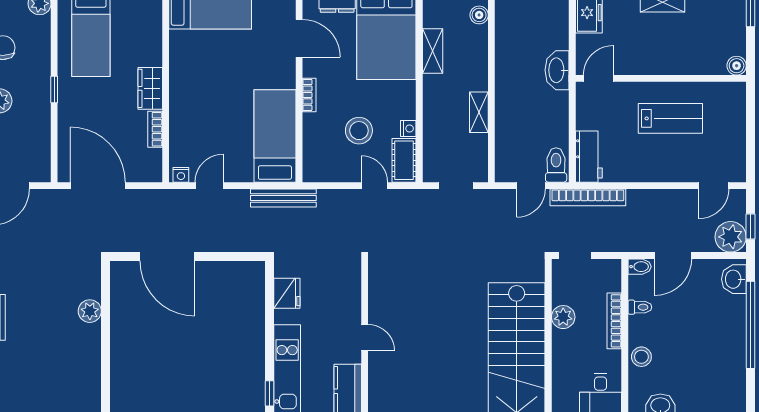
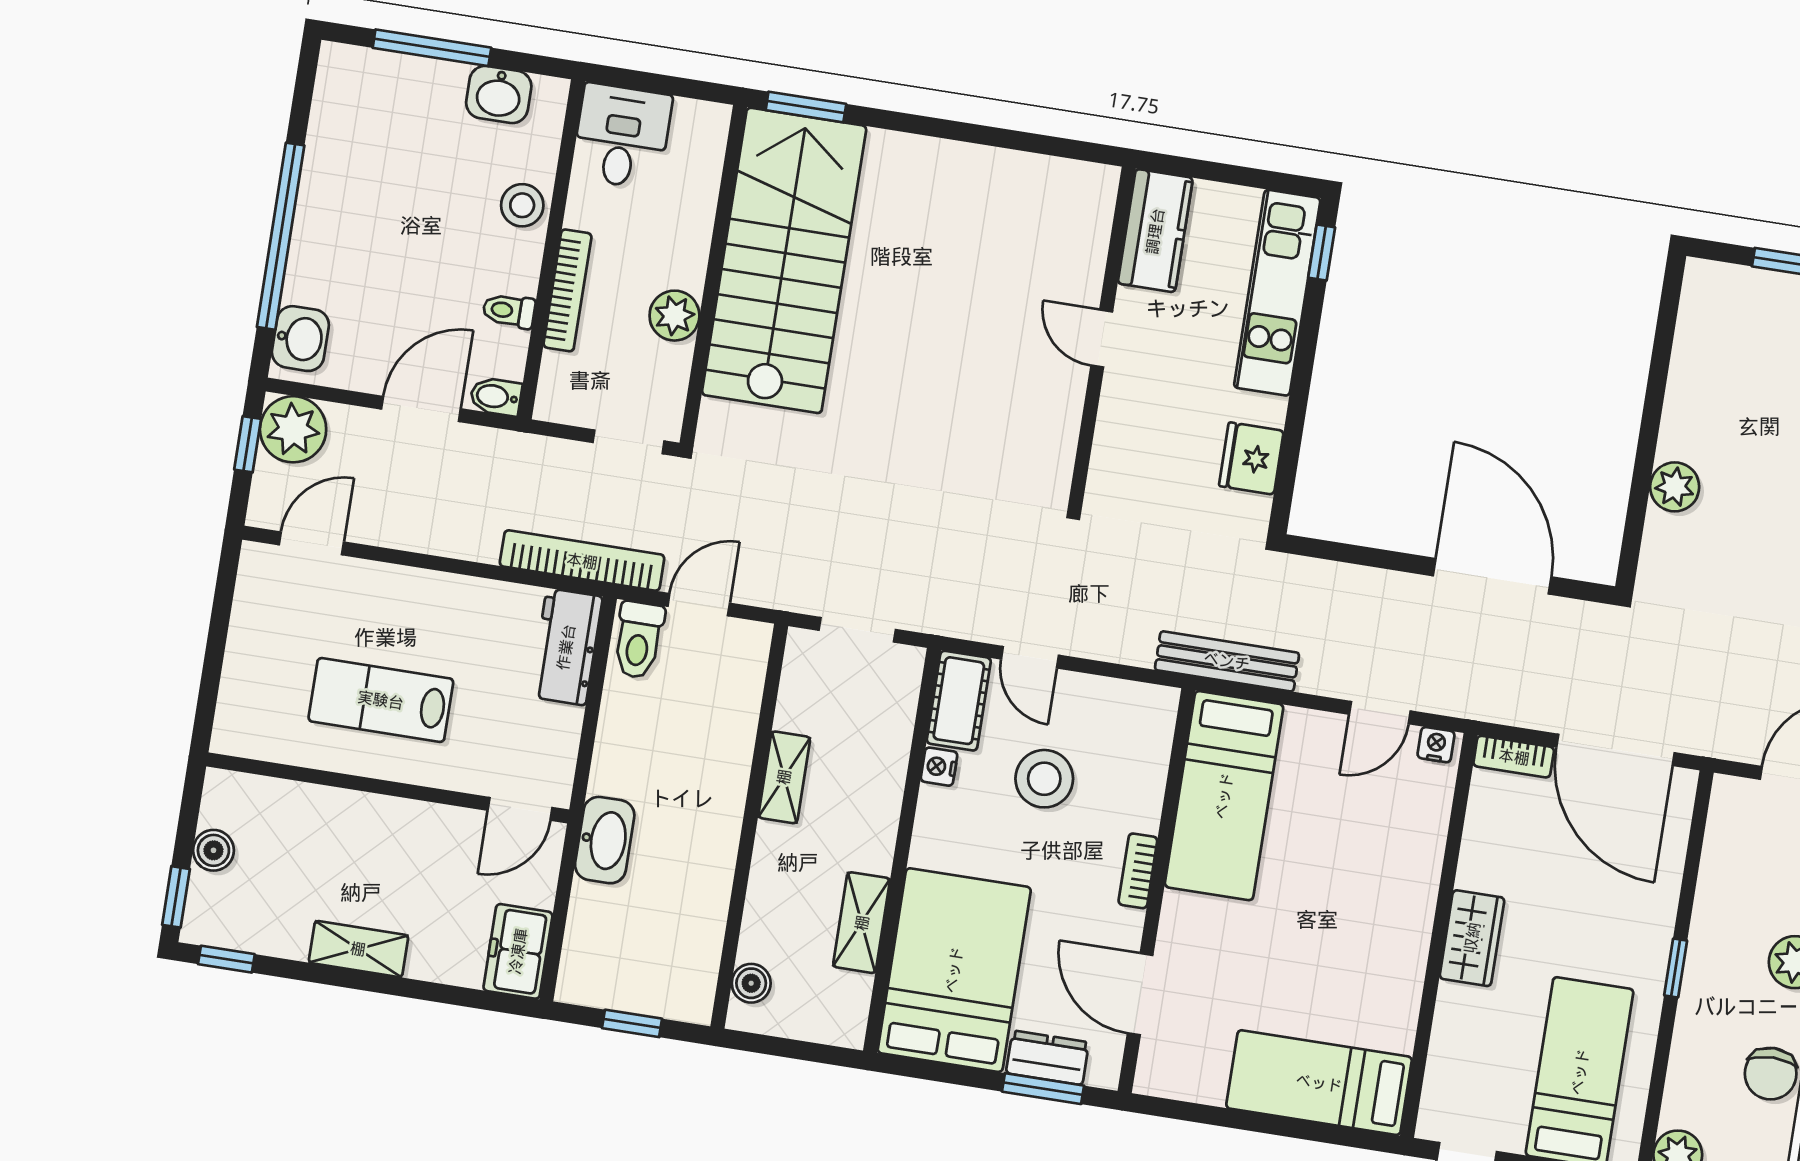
boiler: (737, 66) -> (213, 850), moved
bookcase: (155, 129) -> (1514, 757), moved, turned 90

